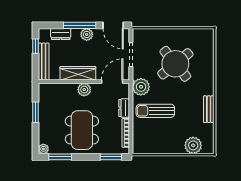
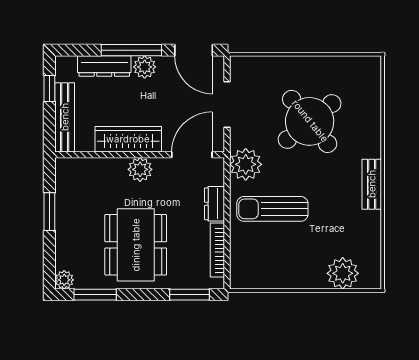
dresser: (61, 34) -> (104, 66), width x1.44
bench: (209, 109) -> (372, 184), moved

